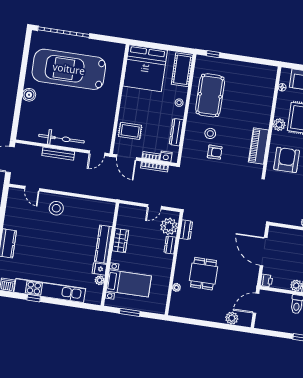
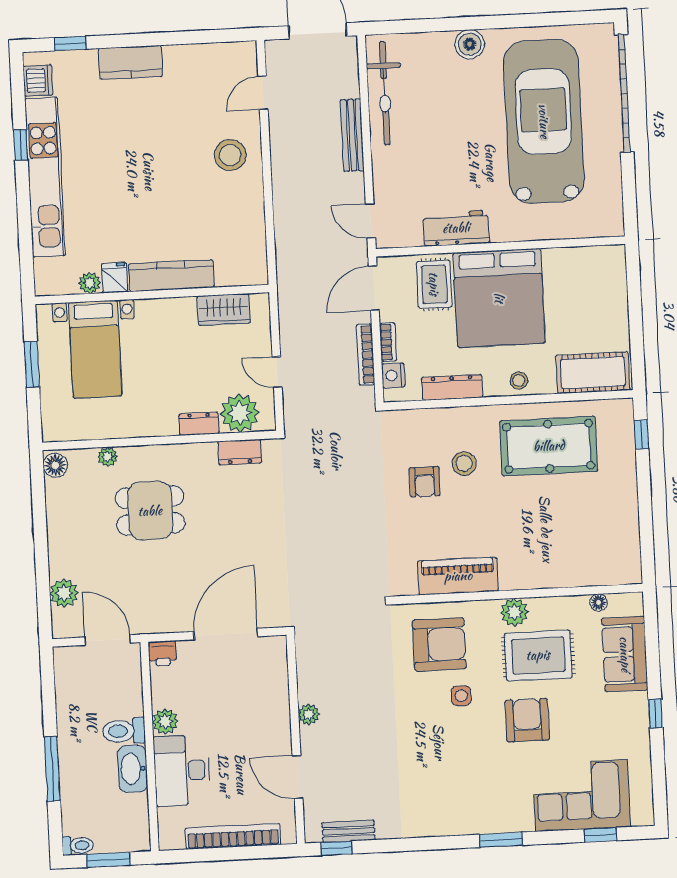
bed: (145, 68) -> (499, 298), moved, turned -90
workbench: (108, 117) -> (456, 228), added
bicycle: (61, 139) -> (385, 93), moved
wardrobe: (120, 241) -> (224, 310), moved
floor lamp: (176, 311) -> (55, 465), added

